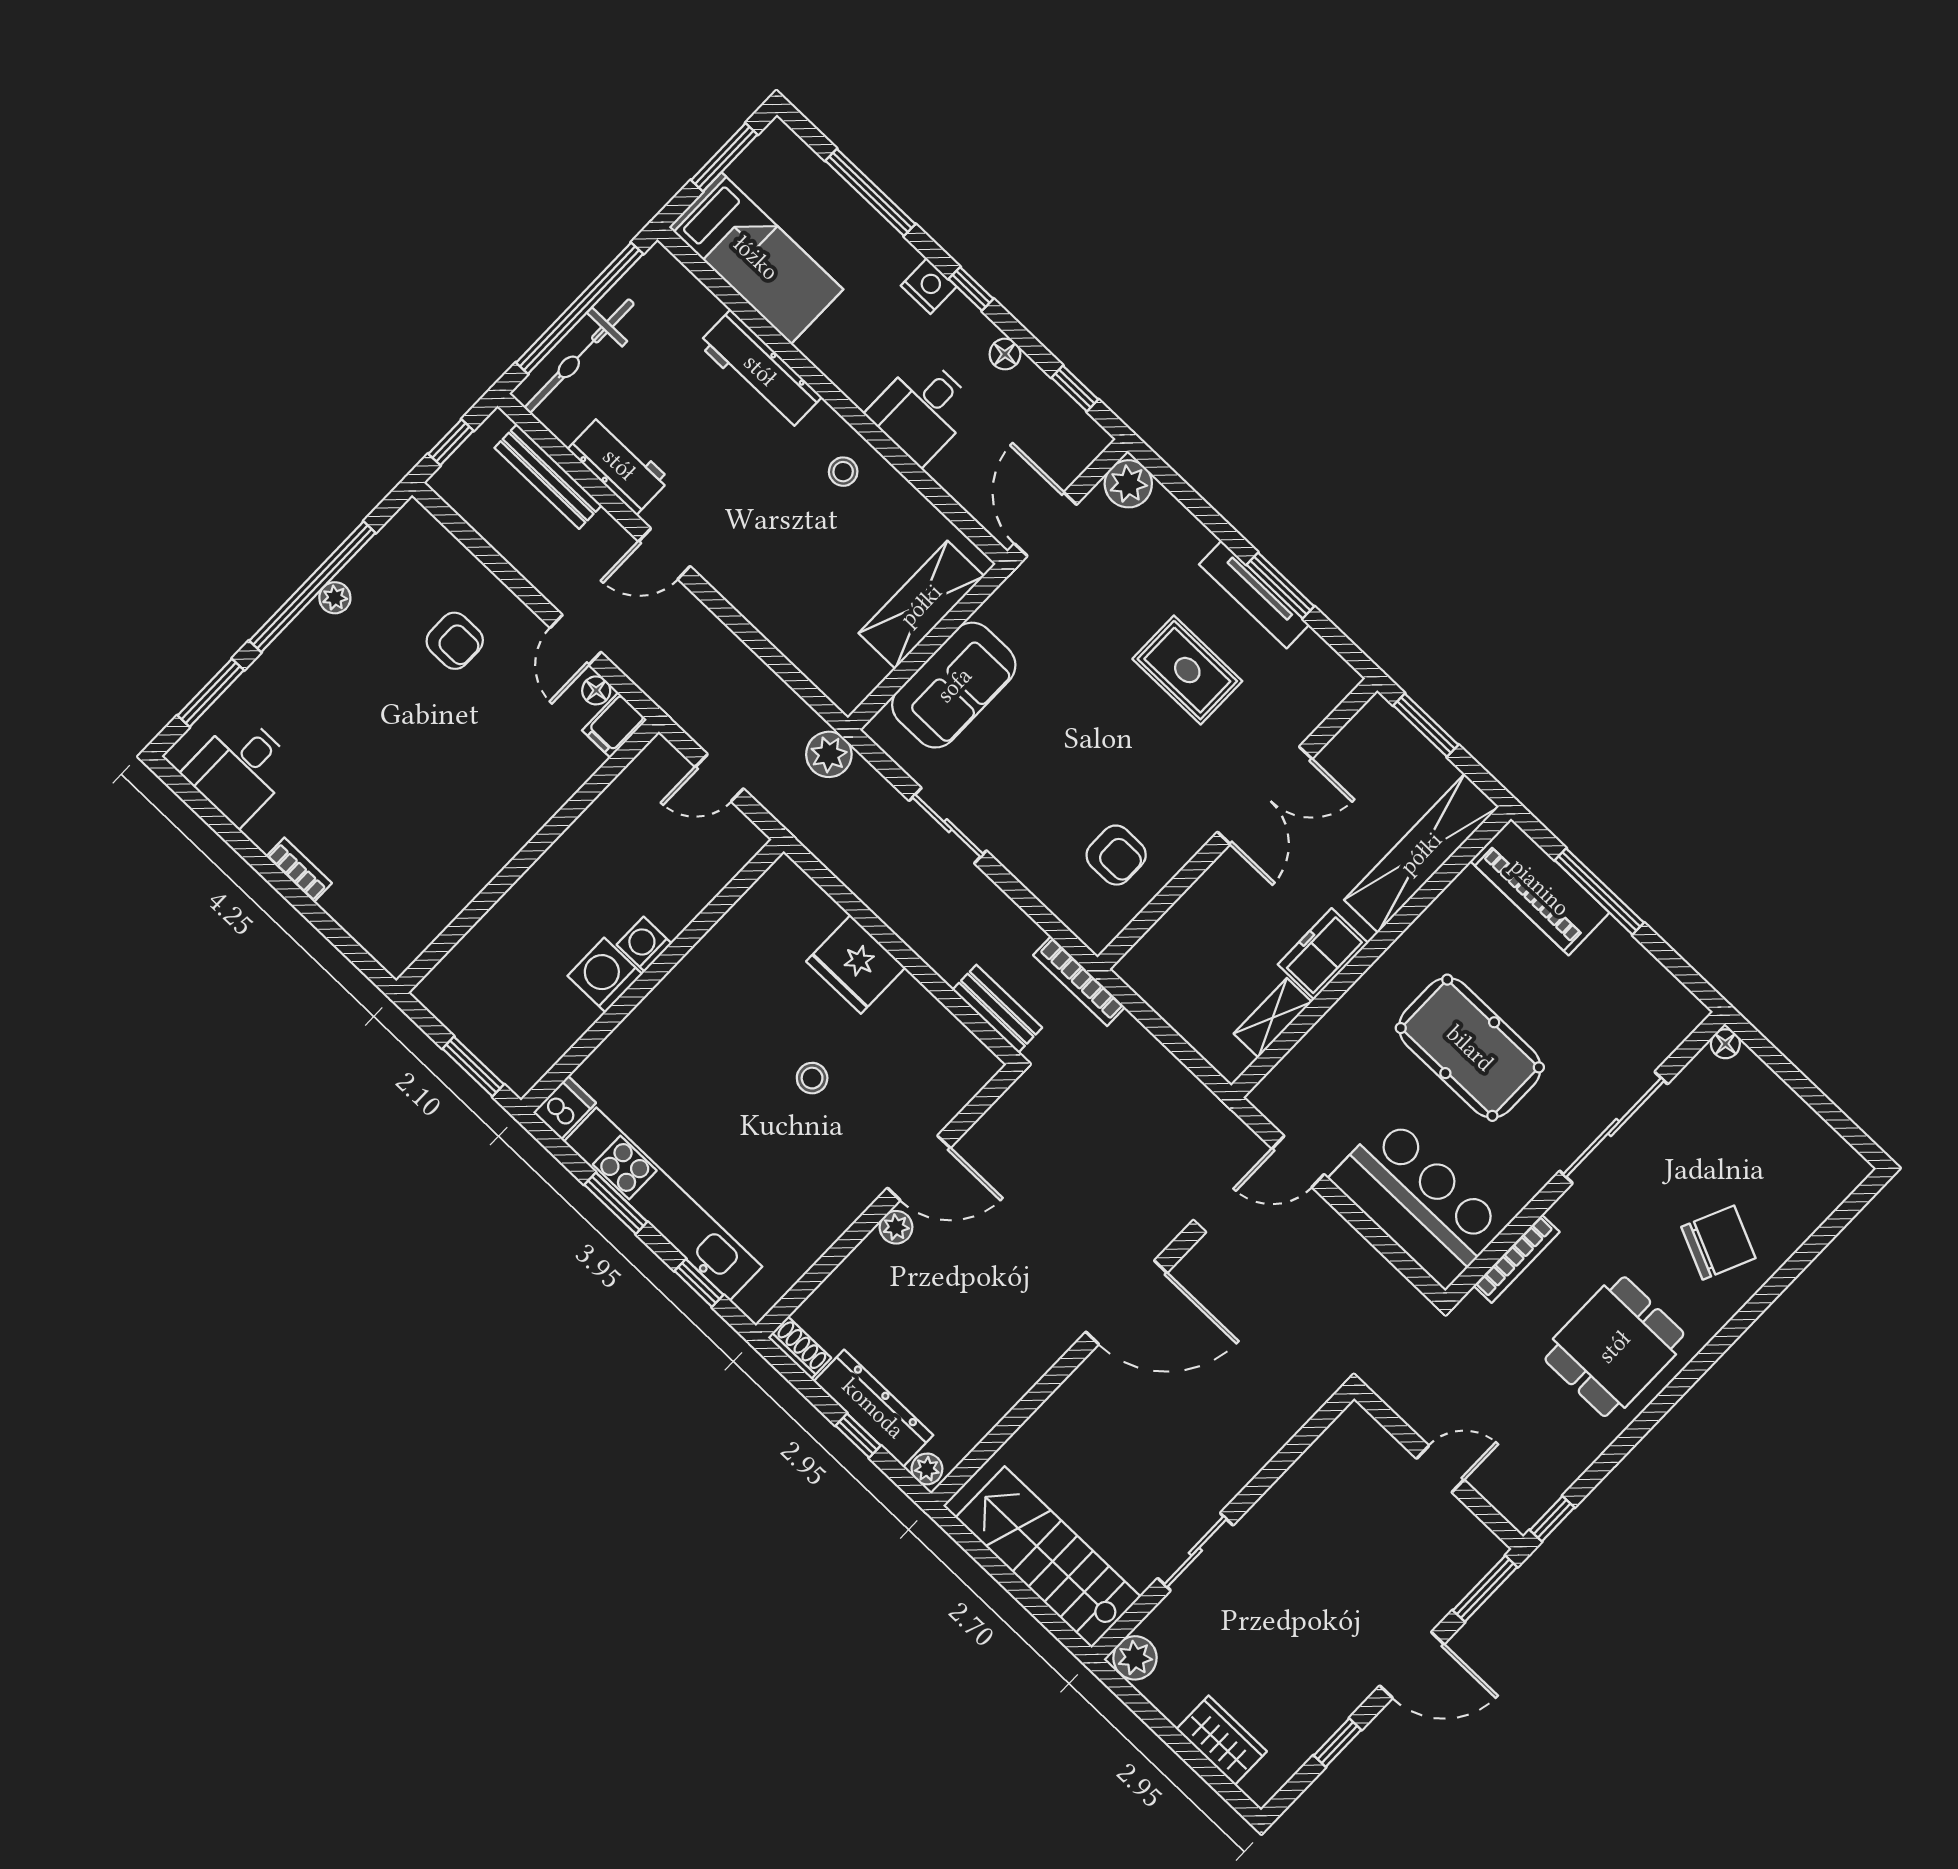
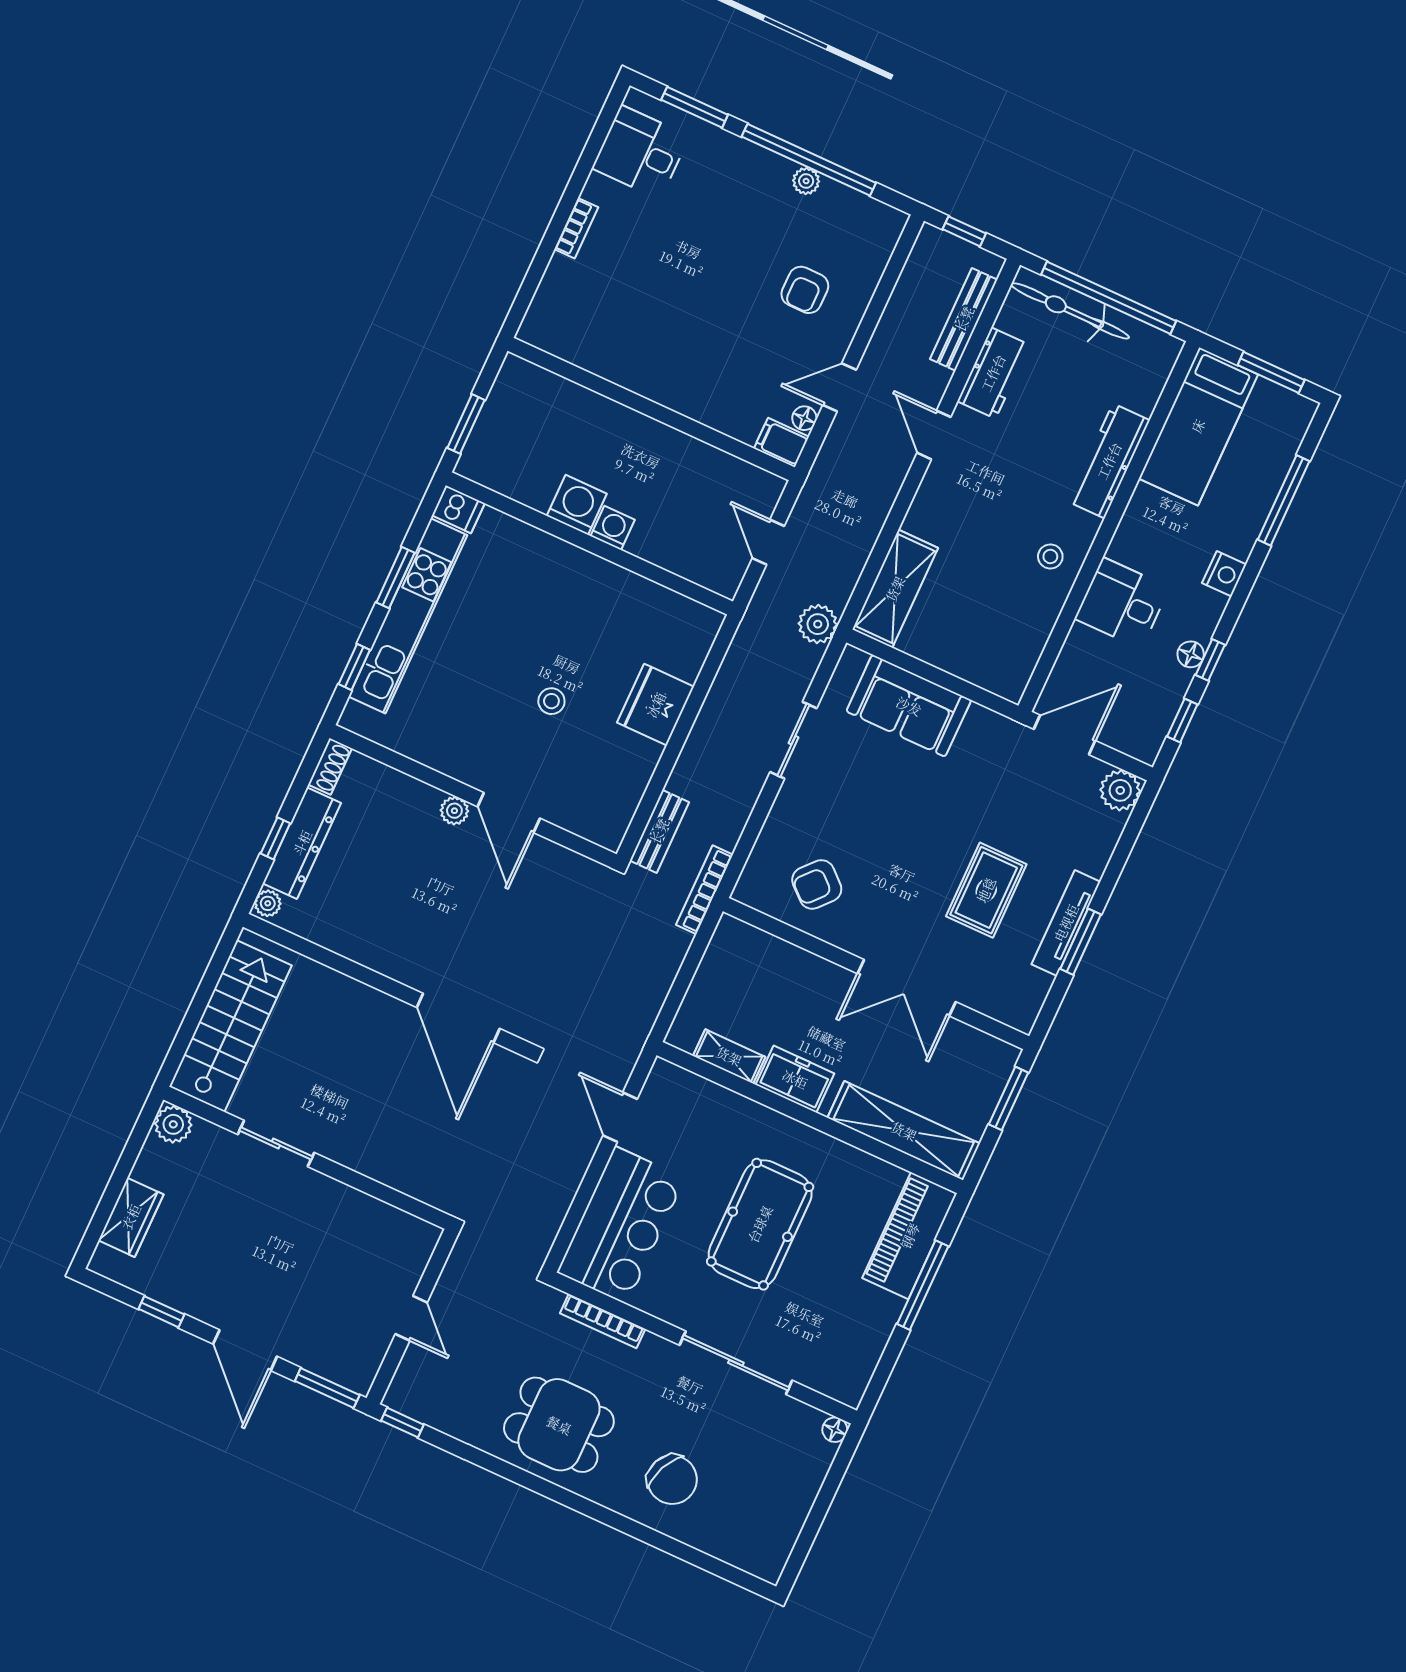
window: (971, 289) -> (1210, 660), moved
shelving: (921, 605) -> (895, 589), moved, turned 90
armchair: (1116, 855) -> (817, 884), turned 42

